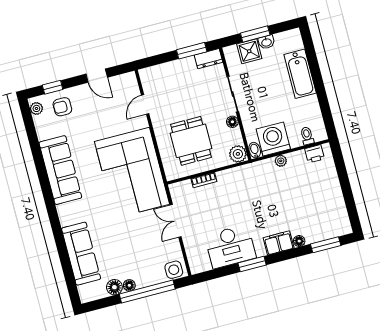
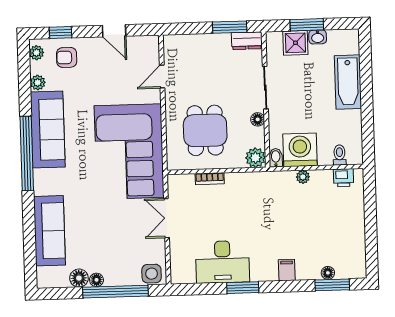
plant: (43, 133) -> (38, 83), added
window: (48, 194) -> (27, 154), added
floor lamp: (299, 241) -> (328, 273), moved
filing cabinet: (279, 243) -> (287, 270), width x0.50

